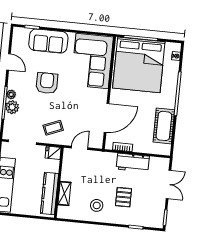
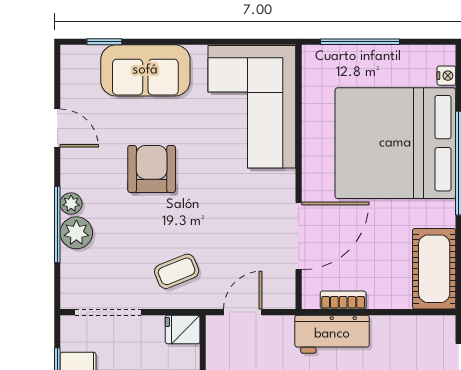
bed: (139, 65) -> (395, 143), moved, turned 90
cot: (164, 126) -> (434, 269), moved
workbench: (133, 163) -> (332, 334), moved

